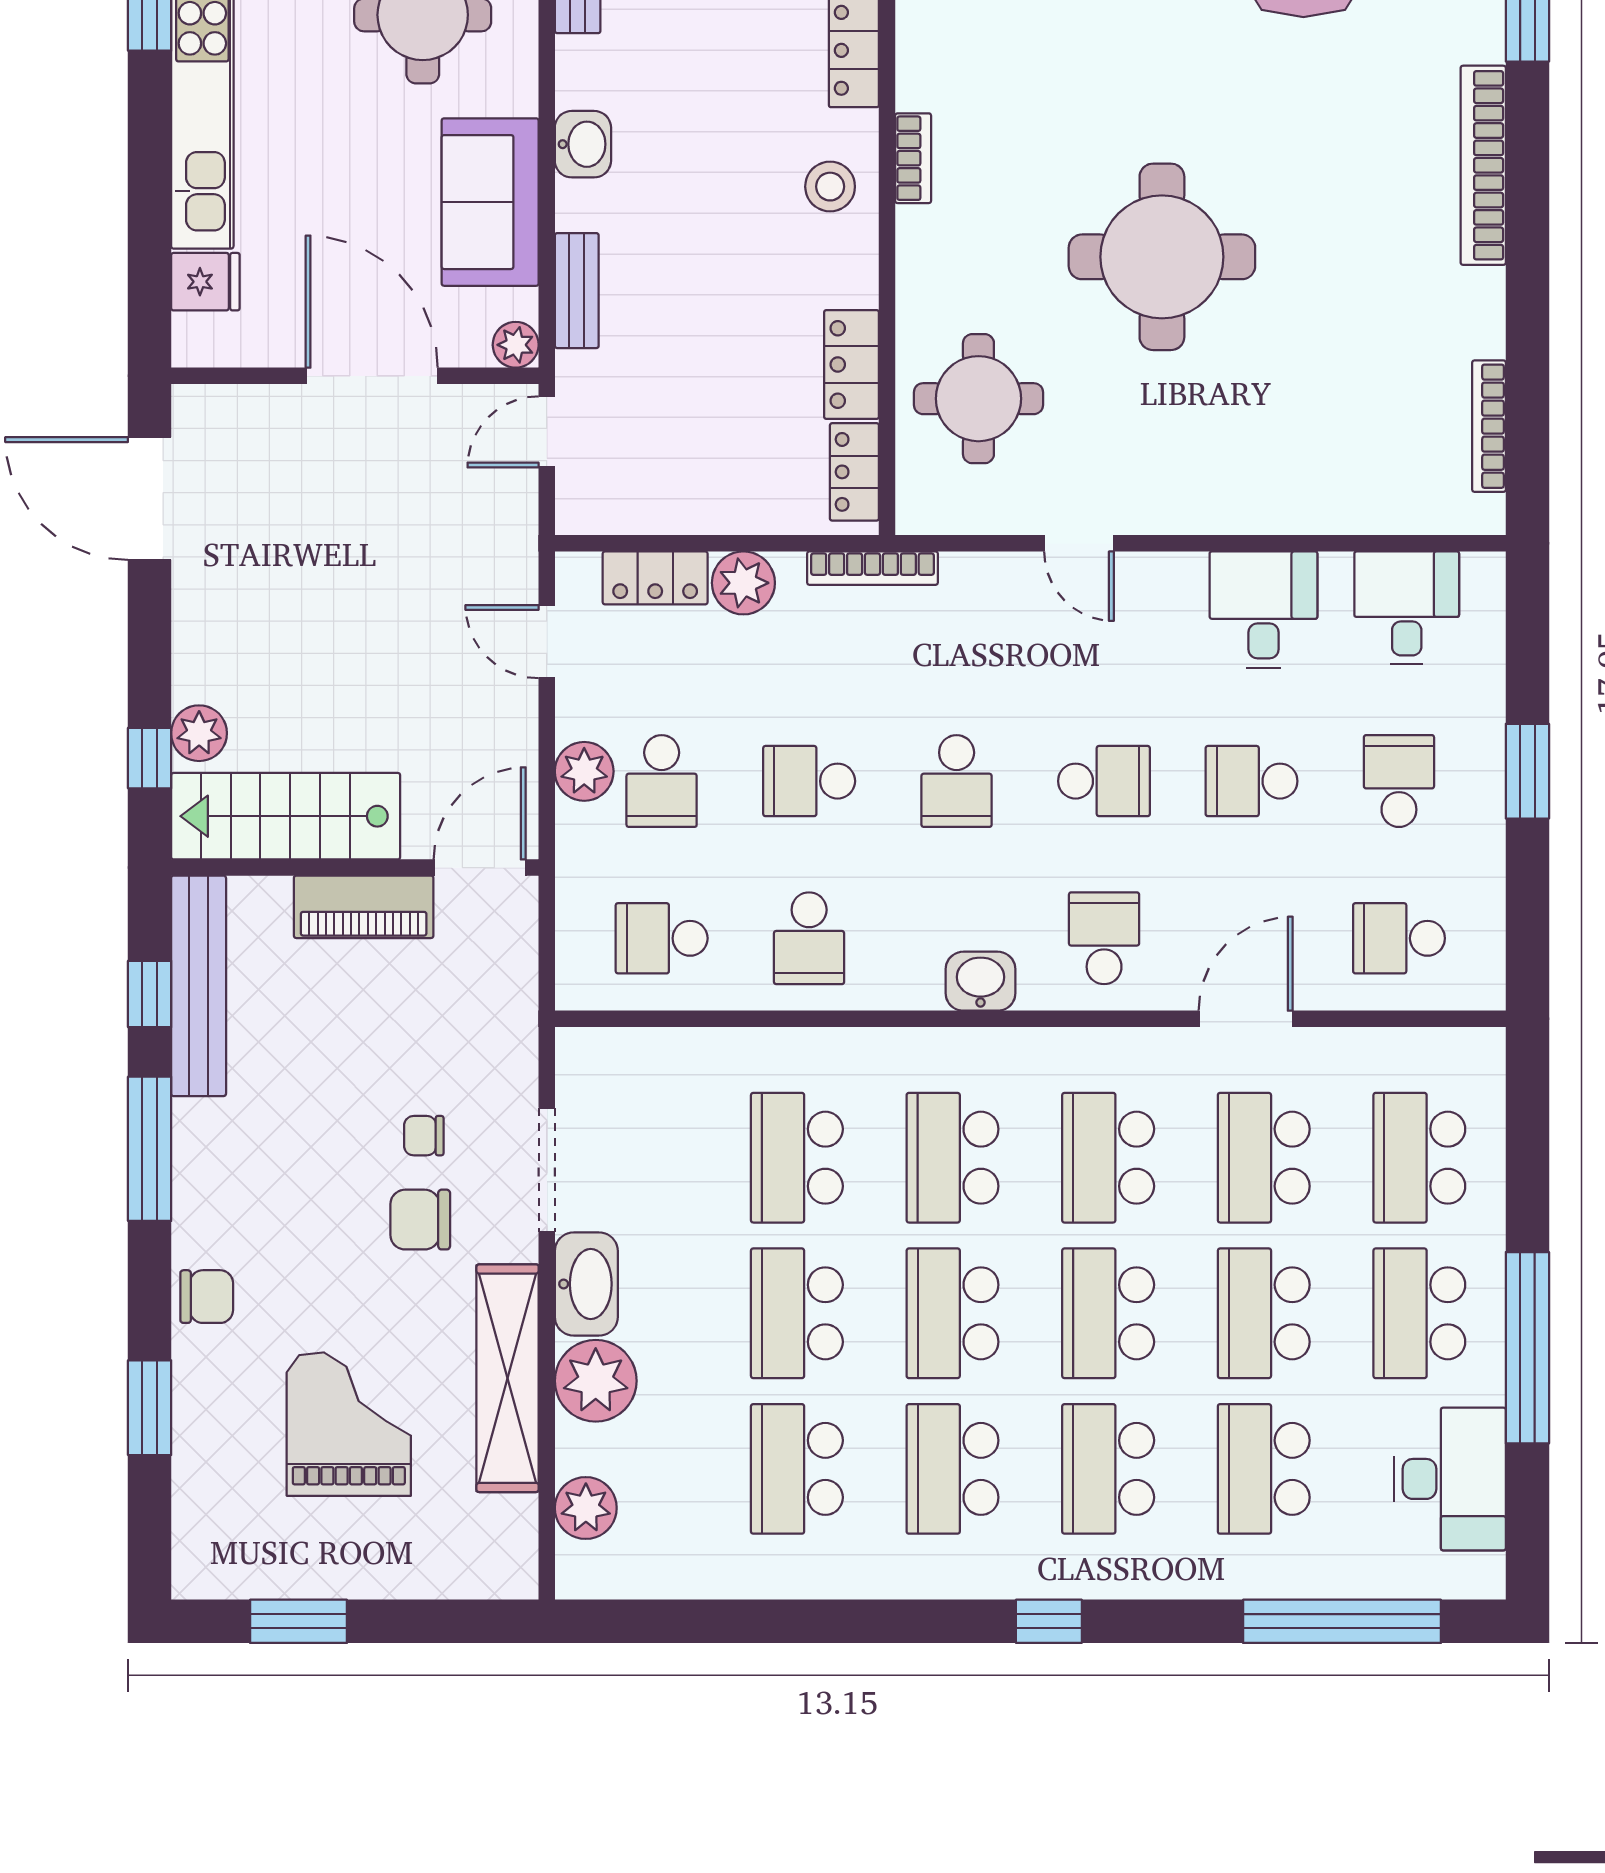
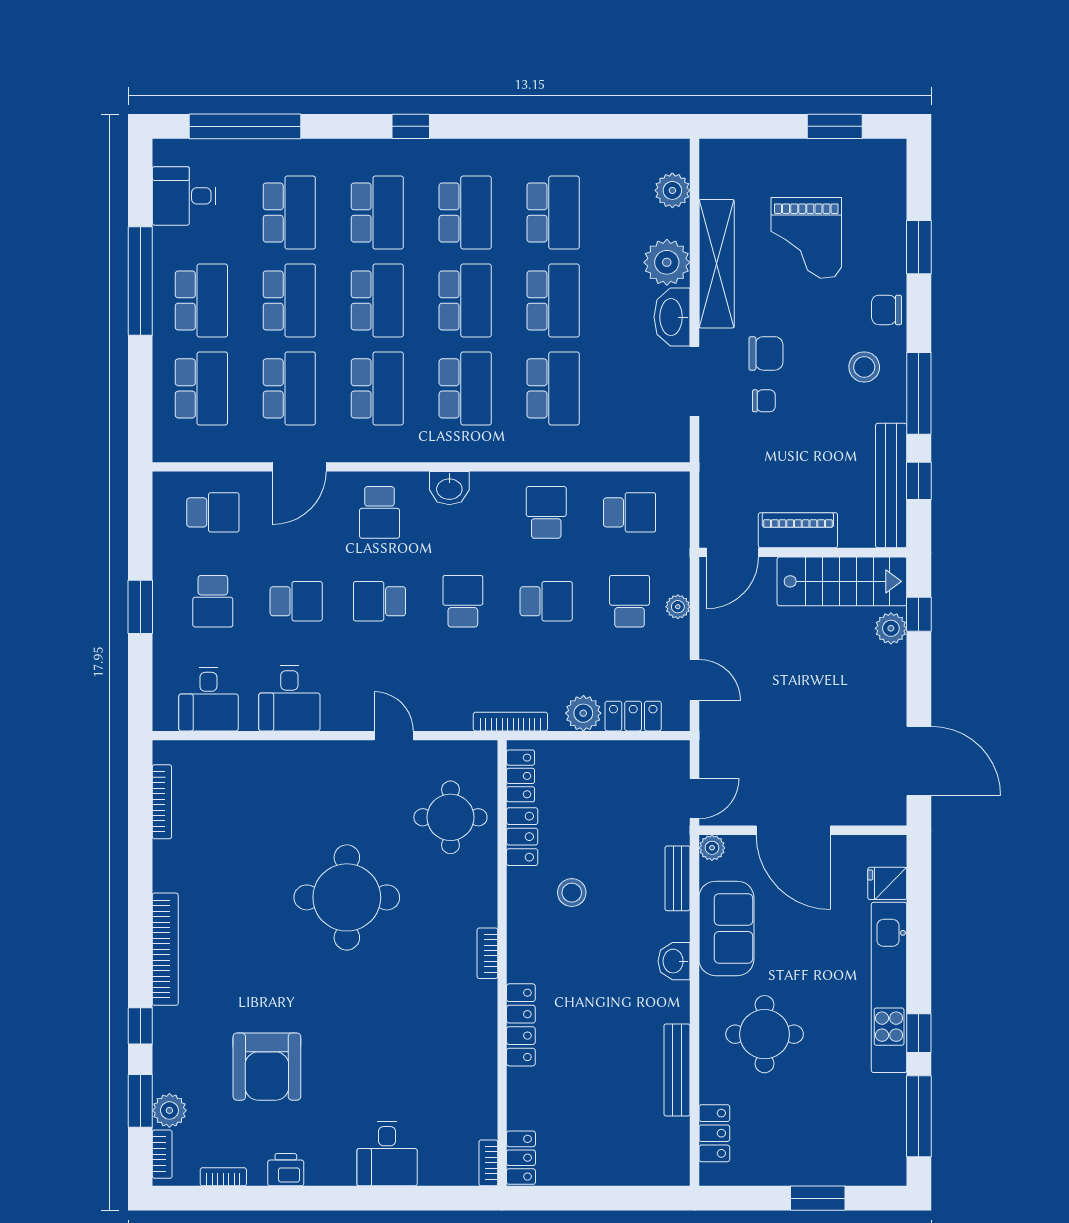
stool: (830, 187) -> (572, 893), moved
plant: (584, 771) -> (678, 607), width x0.73, depth x0.73
stool: (246, 1196) -> (864, 367), added
desk: (1450, 1479) -> (184, 196), width x0.73

